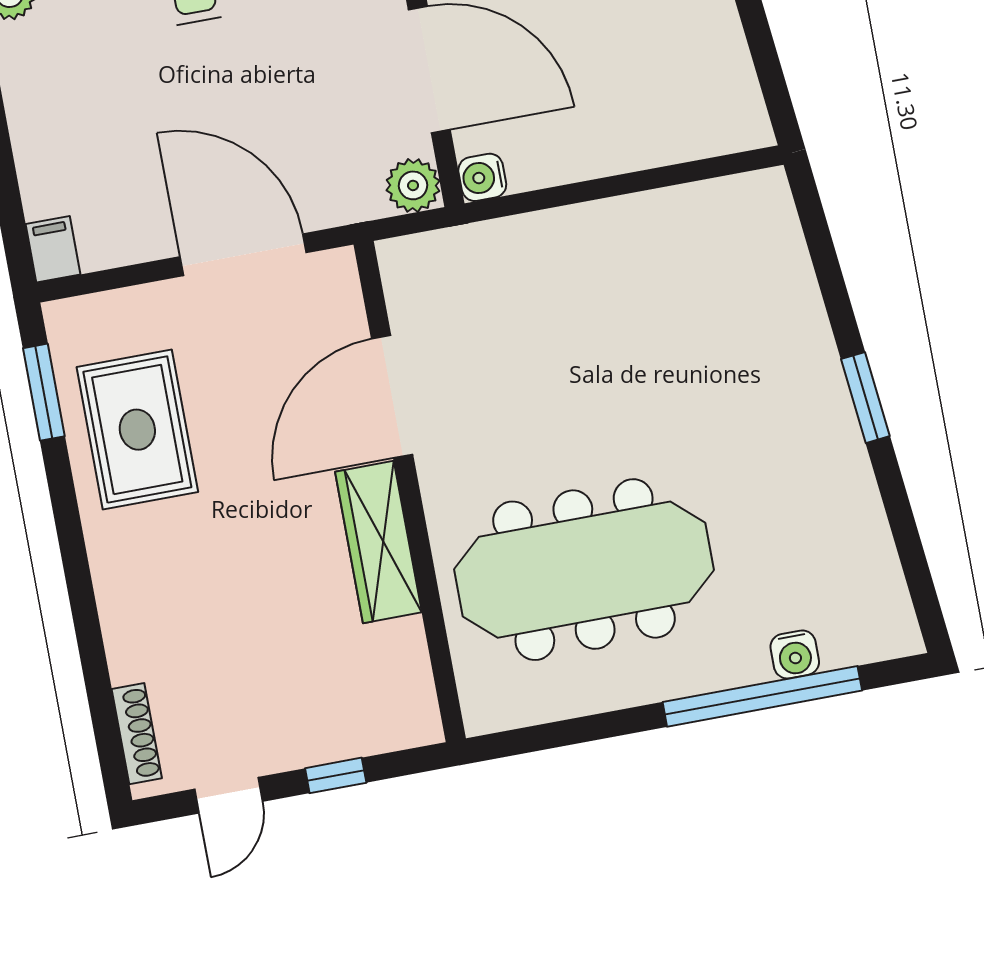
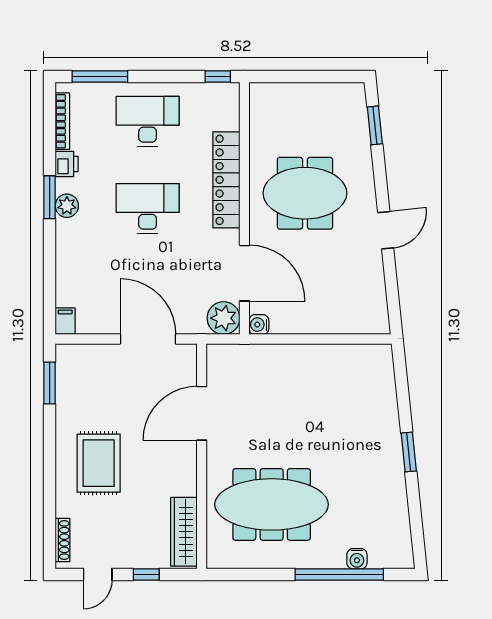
plant: (413, 185) -> (224, 318), width x1.36, depth x1.36
rug: (137, 430) -> (99, 463), moved
wardrobe: (378, 542) -> (184, 532), moved

